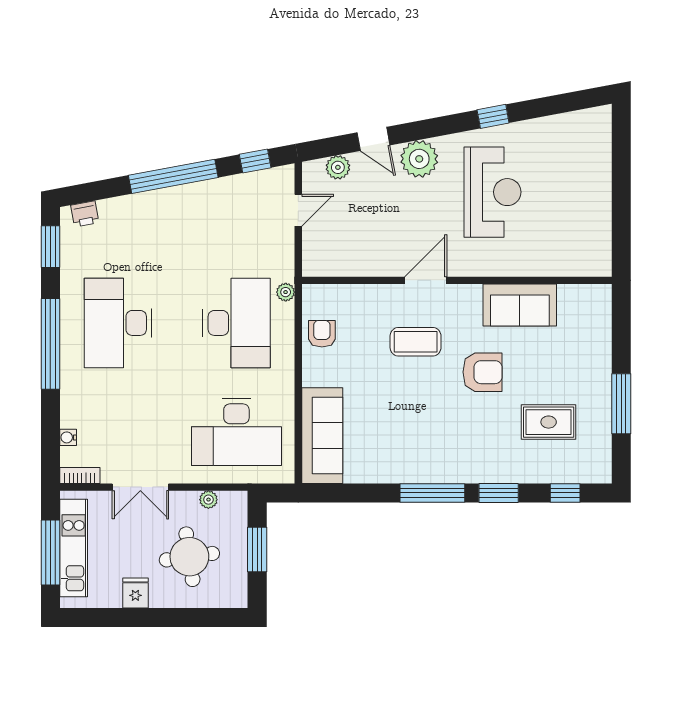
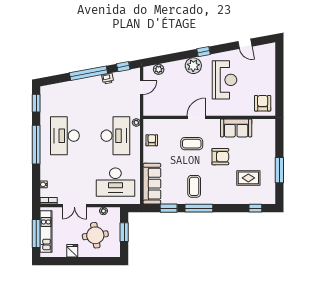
window: (493, 116) -> (203, 52), moved
door: (373, 139) -> (245, 44), moved
printer: (85, 214) -> (108, 79), moved
armchair: (582, 247) -> (263, 103), added
coffee table: (421, 442) -> (194, 186), added
window: (499, 493) -> (169, 208), moved

